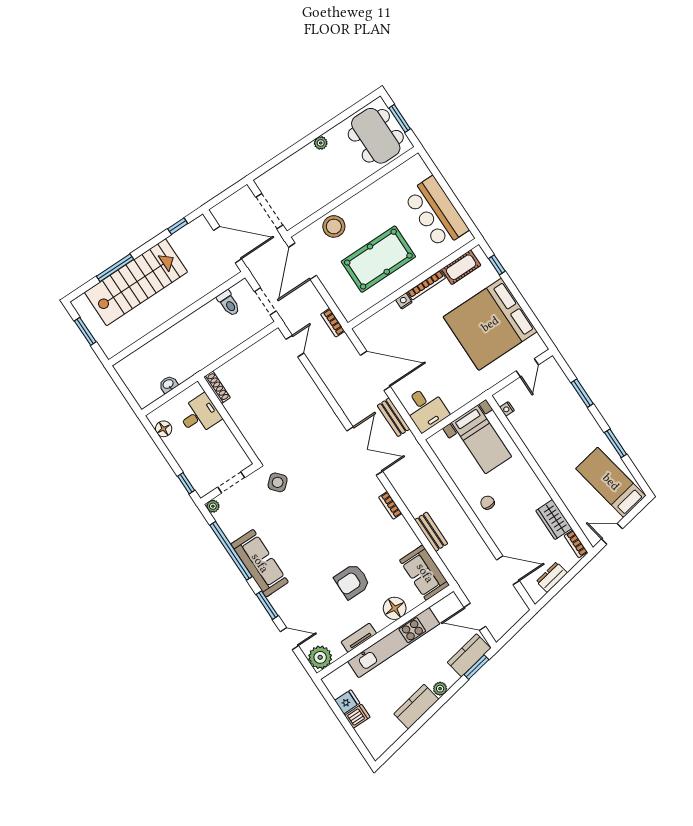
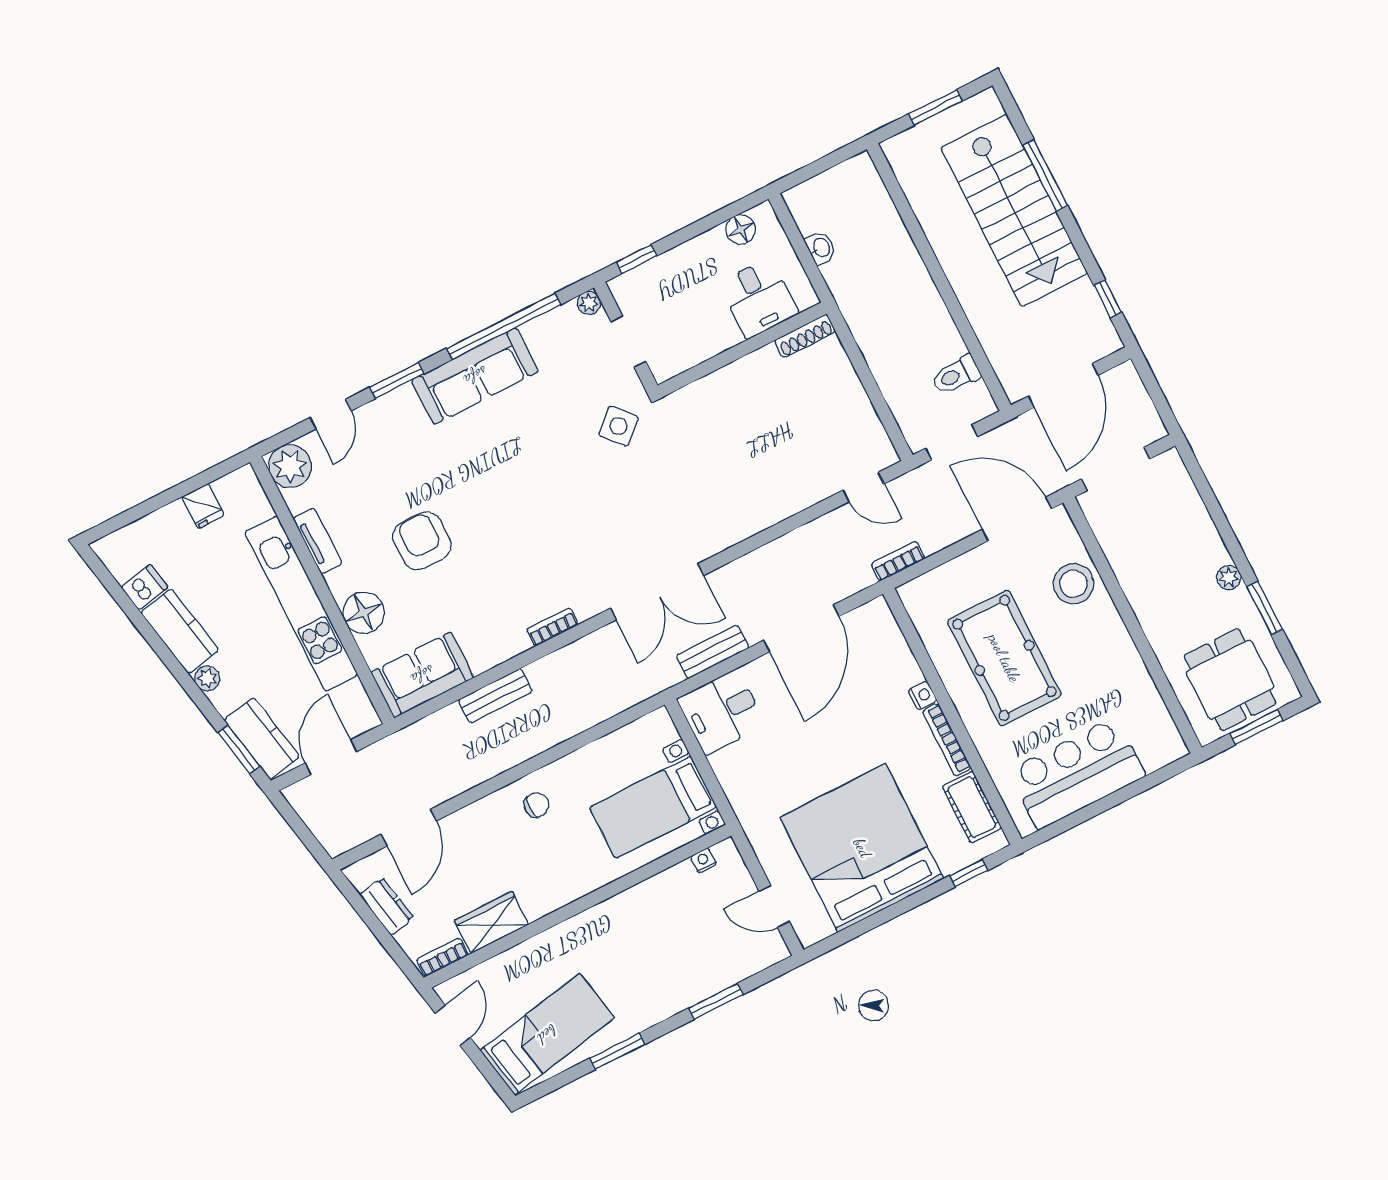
window: (335, 122) -> (1265, 608), added
dining table: (376, 136) -> (1230, 680), width x0.73
dishwasher: (357, 716) -> (145, 587), moved, turned -101

